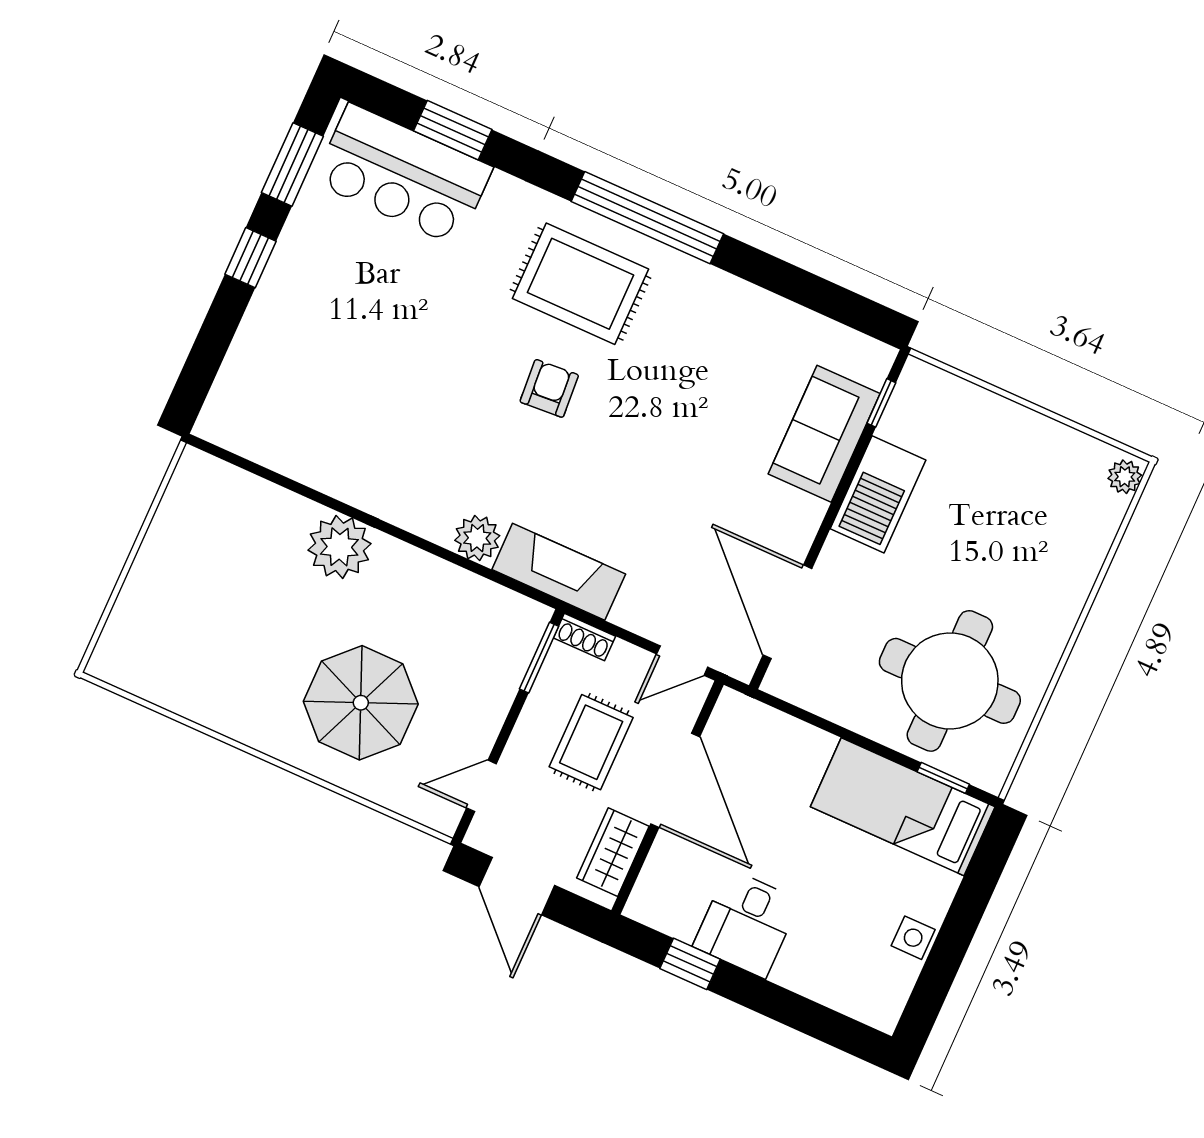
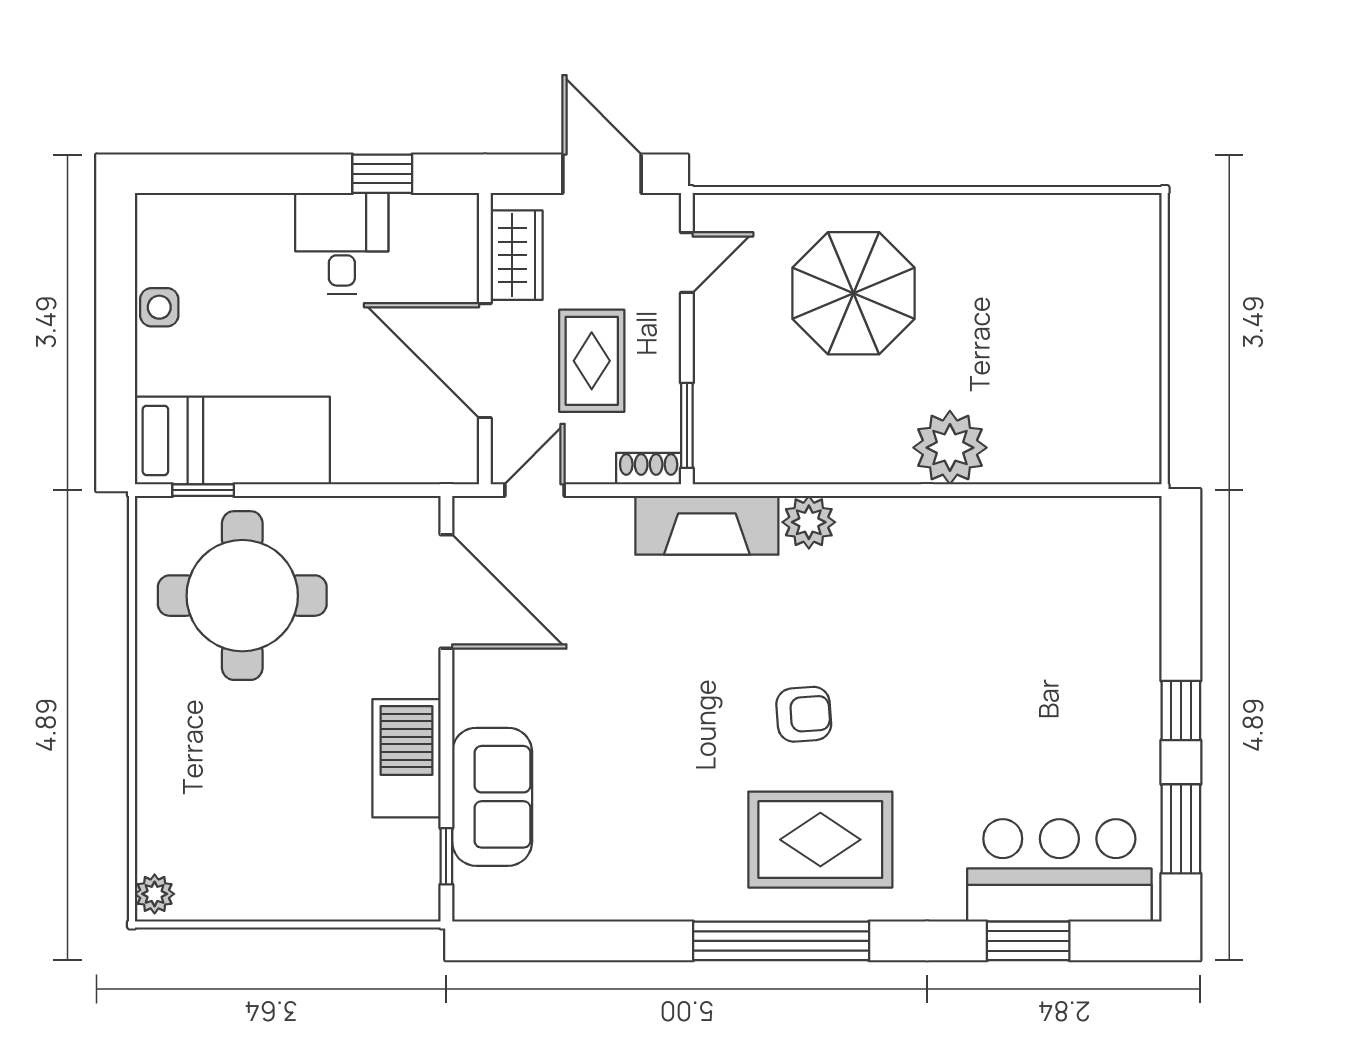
armchair: (549, 388) -> (804, 714), turned -90

